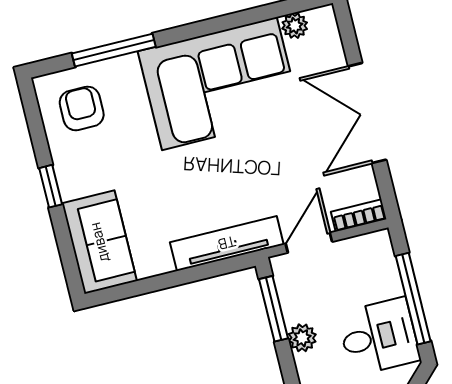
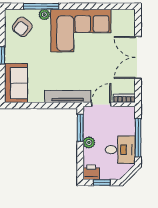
plant: (295, 26) -> (44, 15), moved
armchair: (82, 108) -> (22, 27), turned -142

